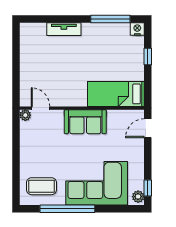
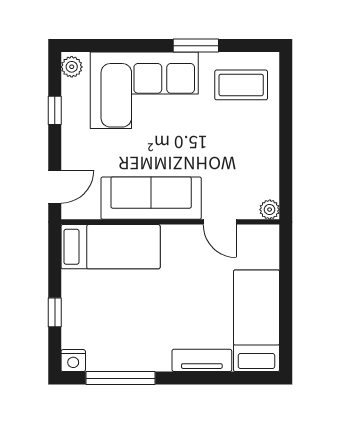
bed: (33, 52) -> (256, 321), added
door: (40, 108) -> (220, 222), moved
sofa: (85, 122) -> (151, 198), width x1.36
window: (148, 188) -> (55, 110), moved
window: (67, 209) -> (196, 46), width x0.47

